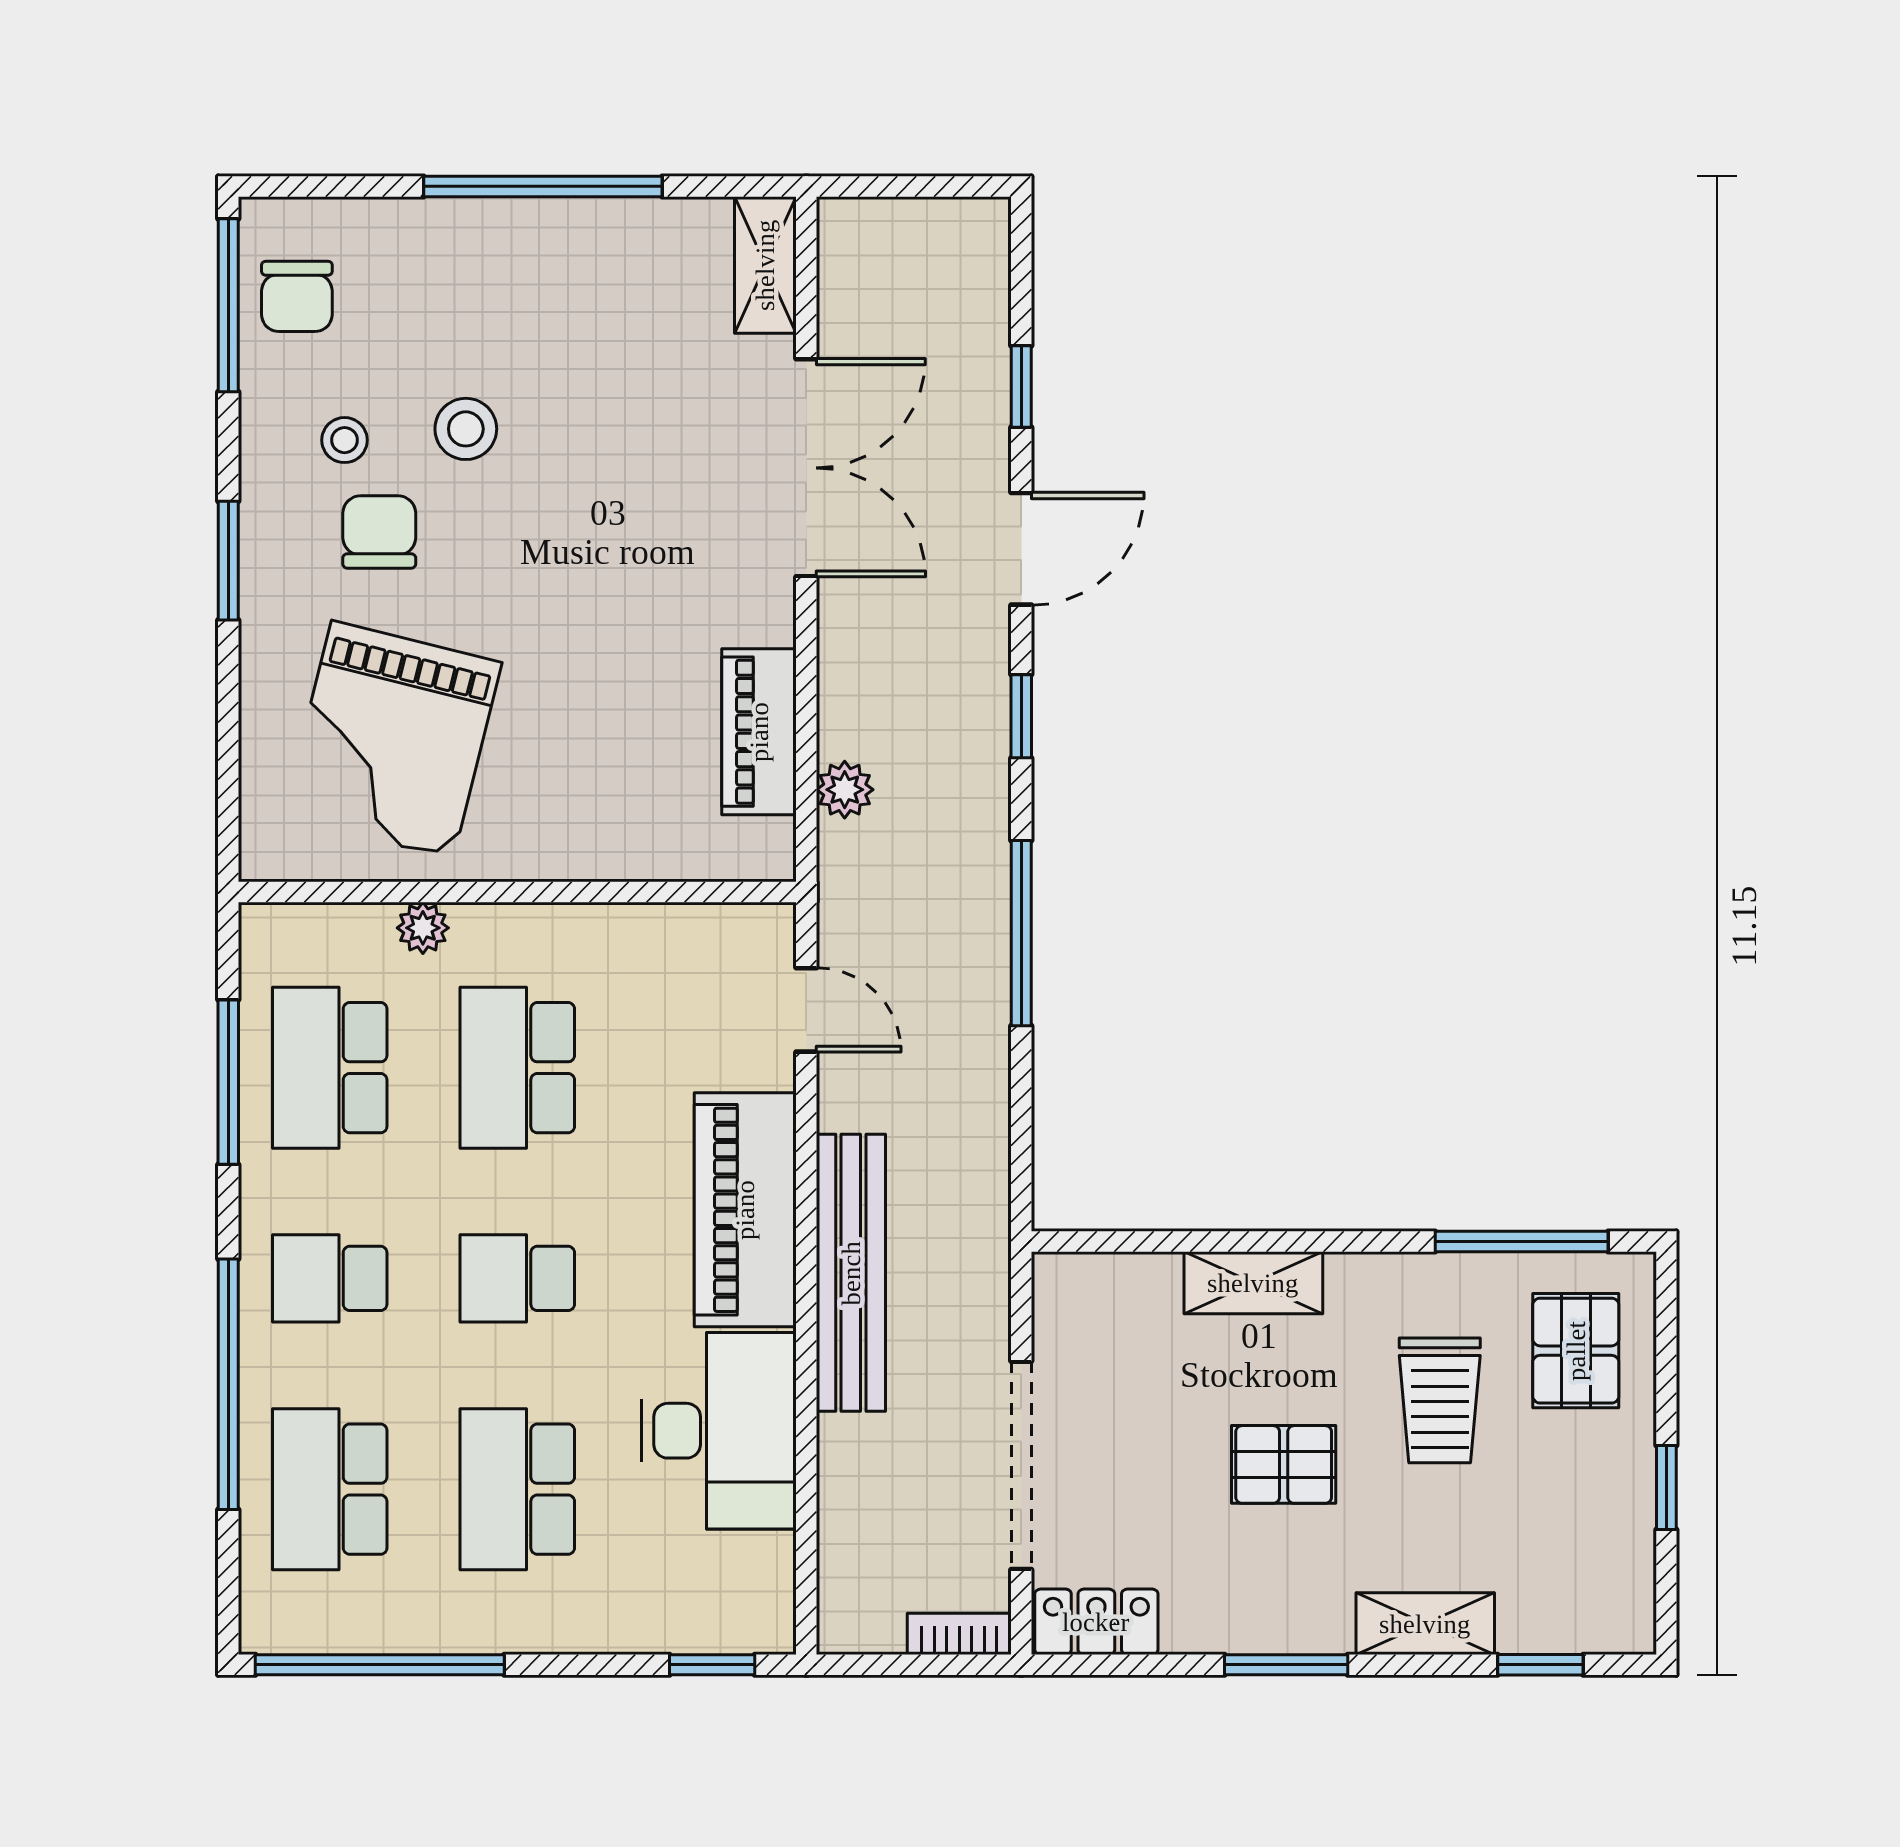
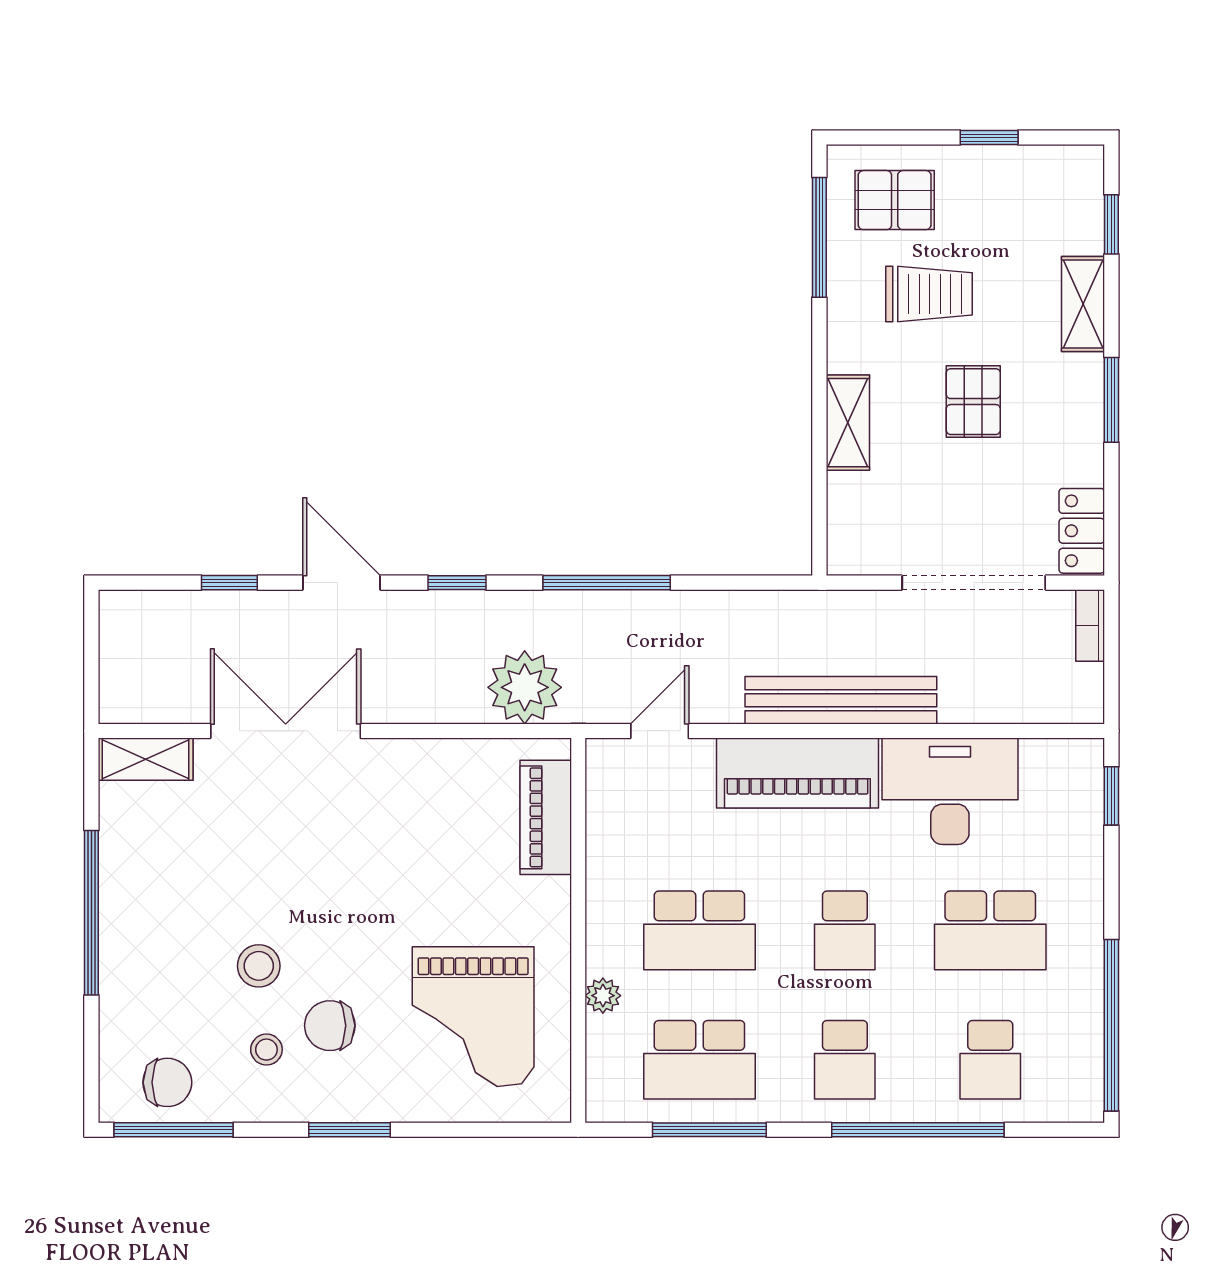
piano: (759, 732) -> (546, 817), moved, turned 90
grand piano: (392, 740) -> (473, 1017), turned 76
plant: (845, 790) -> (525, 687), width x1.88, depth x1.88
school desk: (330, 1489) -> (990, 1060), width x0.54

